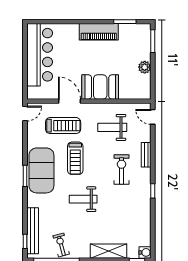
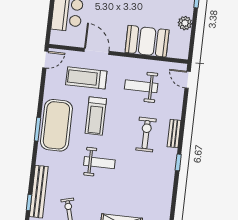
booth: (100, 87) -> (147, 41), moved
treadmill: (63, 126) -> (86, 78), turned 180
bench: (146, 155) -> (174, 134), moved
weight bench: (83, 199) -> (99, 163), turned 180

